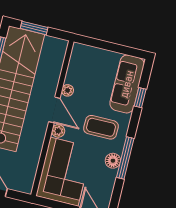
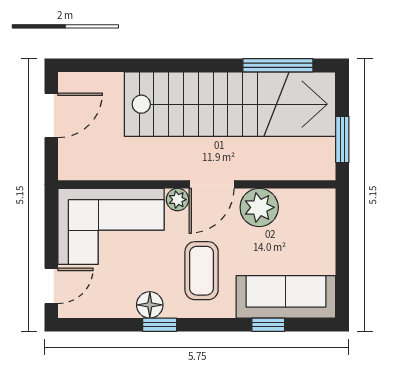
window: (34, 28) -> (342, 139), moved
plant: (68, 90) -> (259, 207), width x1.88, depth x1.88
window: (125, 158) -> (160, 325), width x0.46

